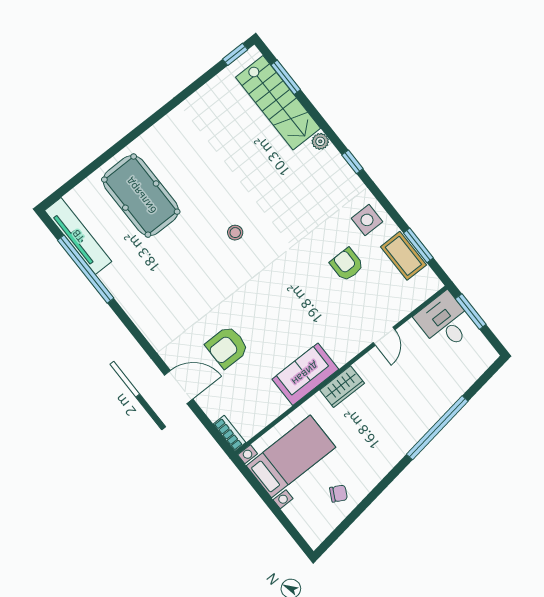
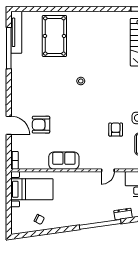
dresser: (460, 385) -> (123, 214), added
wardrobe: (342, 387) -> (75, 177), removed

